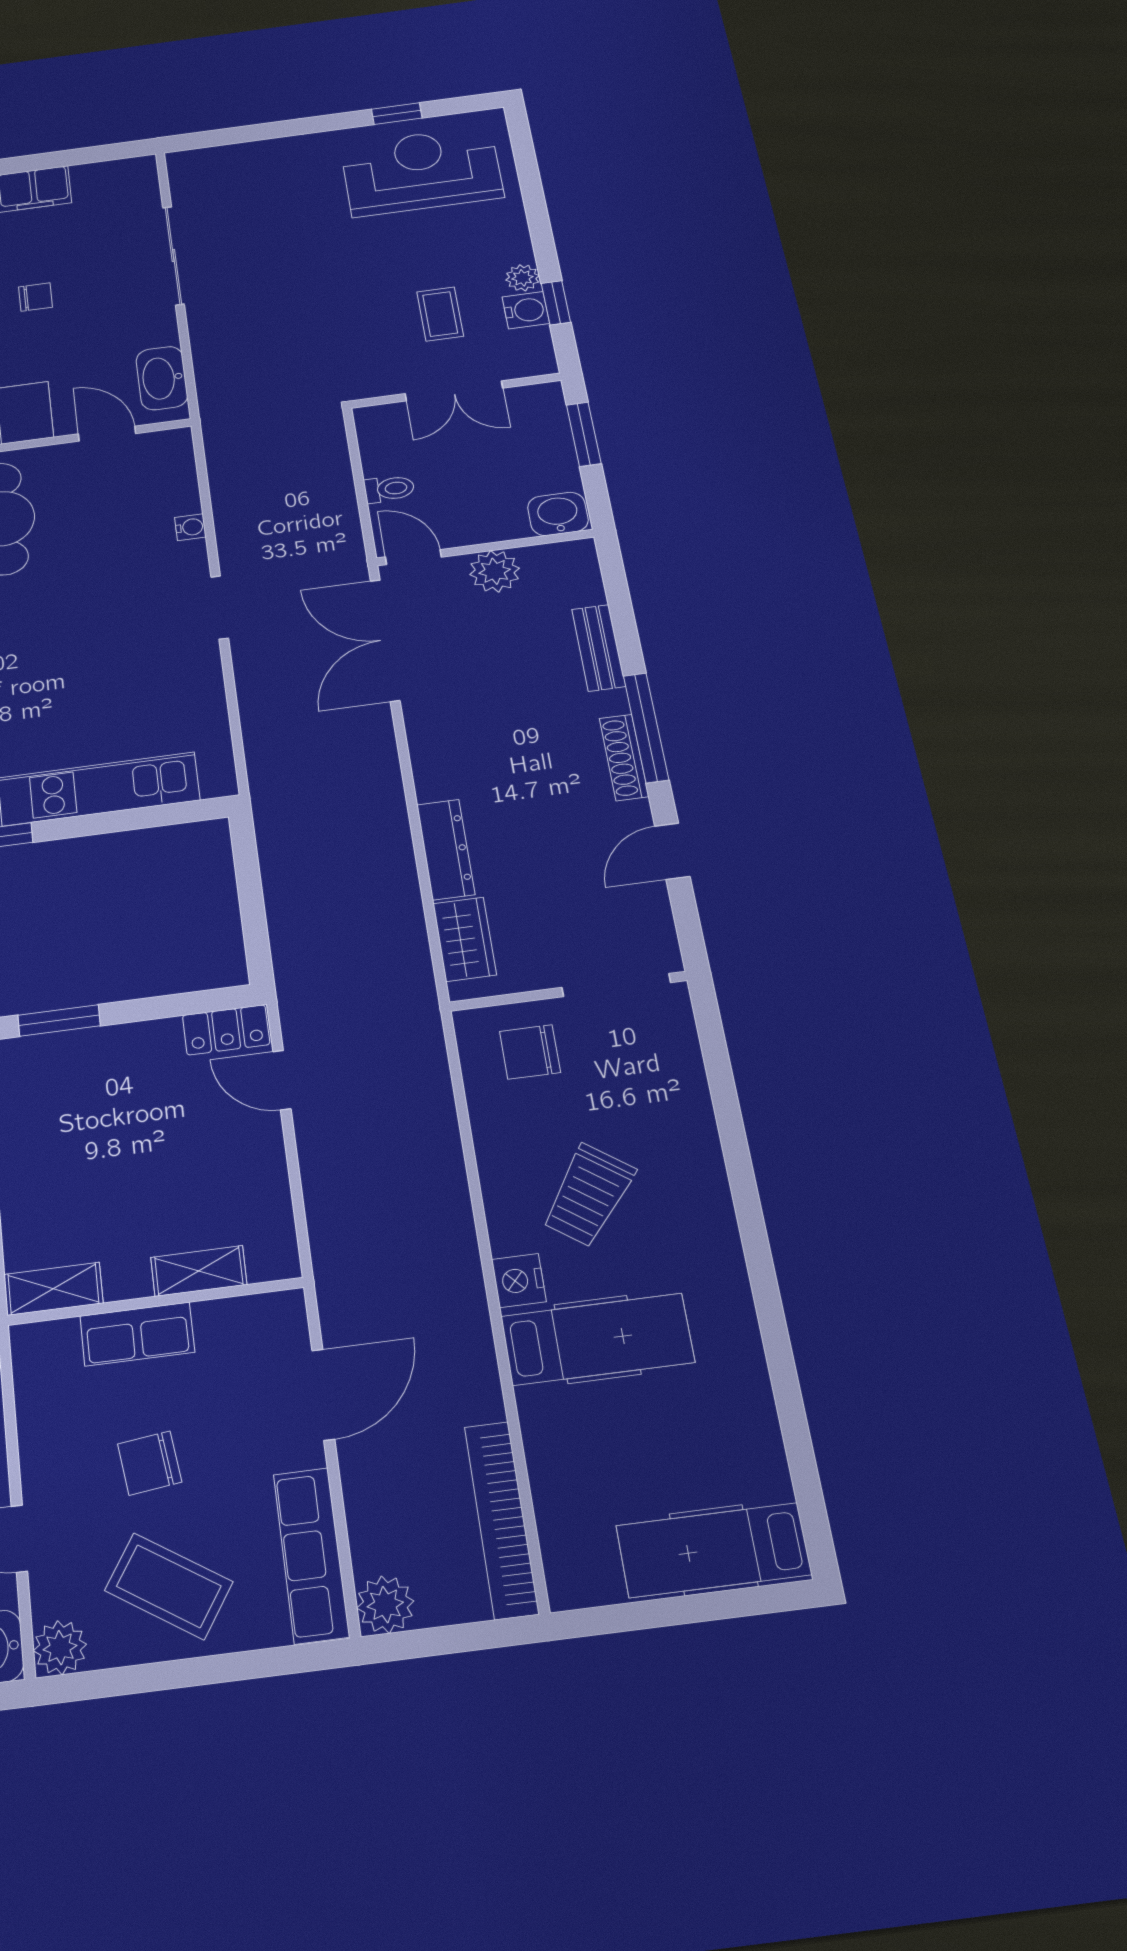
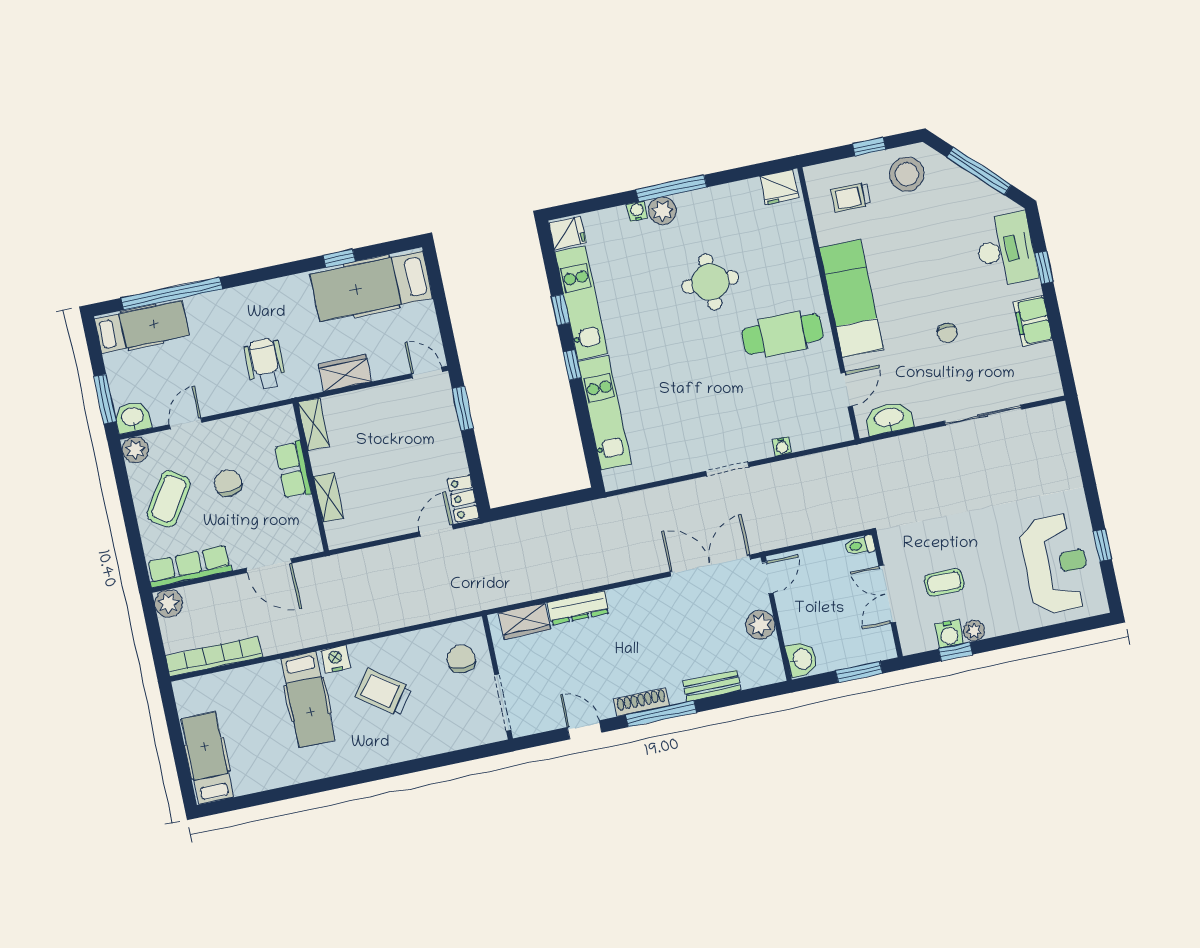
toilet: (389, 489) -> (860, 545), moved, turned 90

